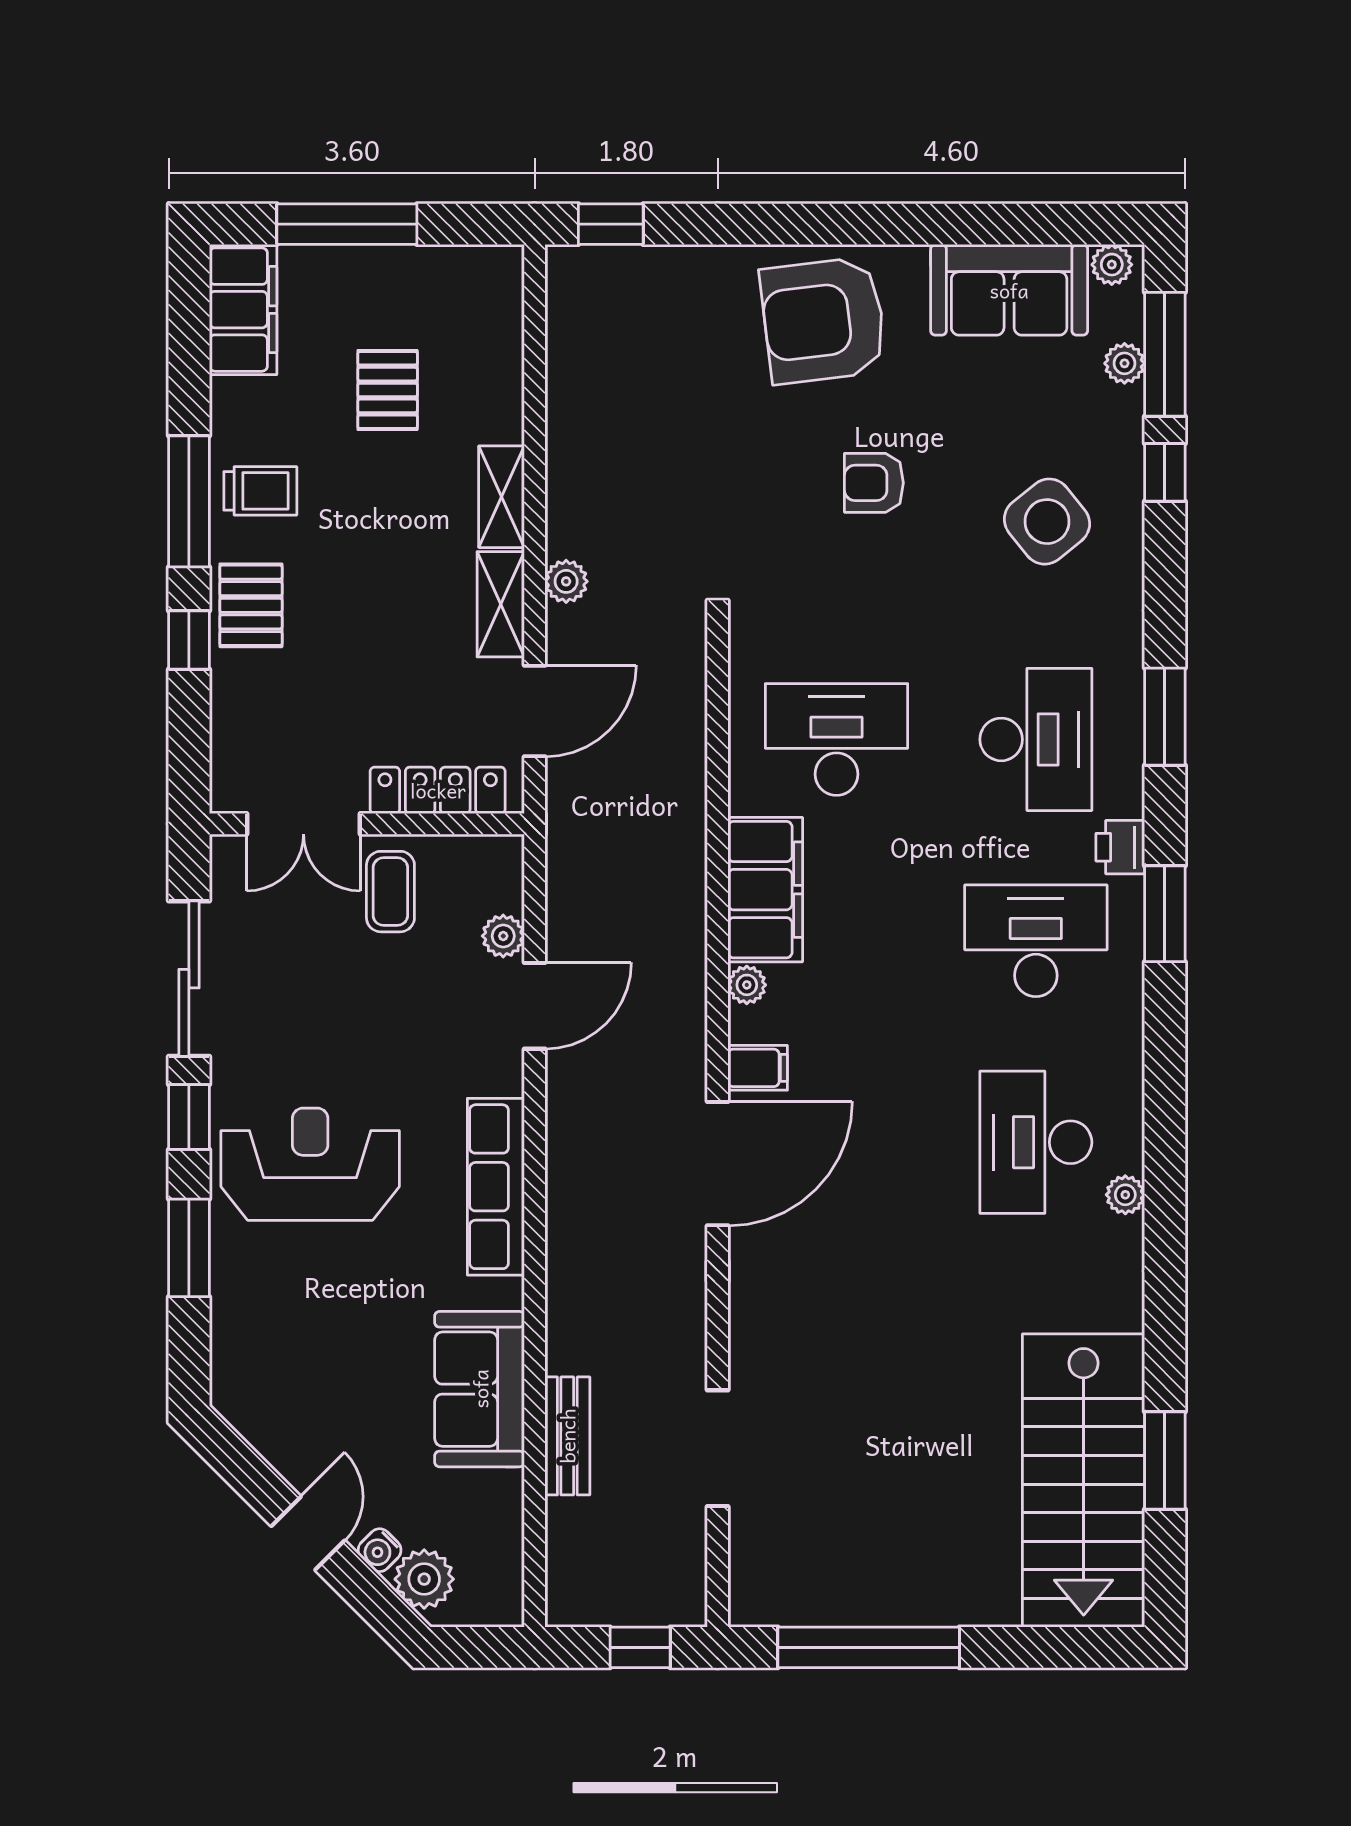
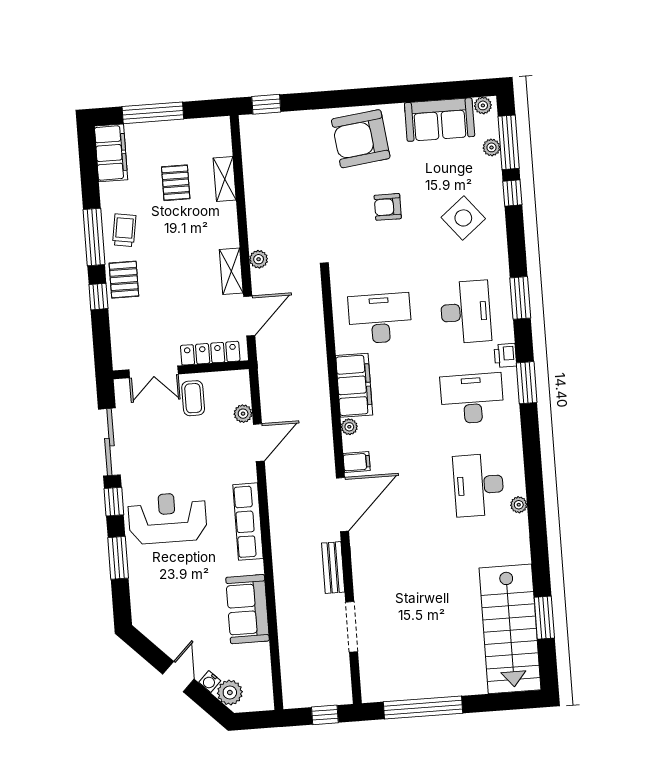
trolley: (260, 491) -> (124, 230), turned -81
shelving: (502, 497) -> (225, 179), moved
bench: (567, 1436) -> (333, 568), moved

